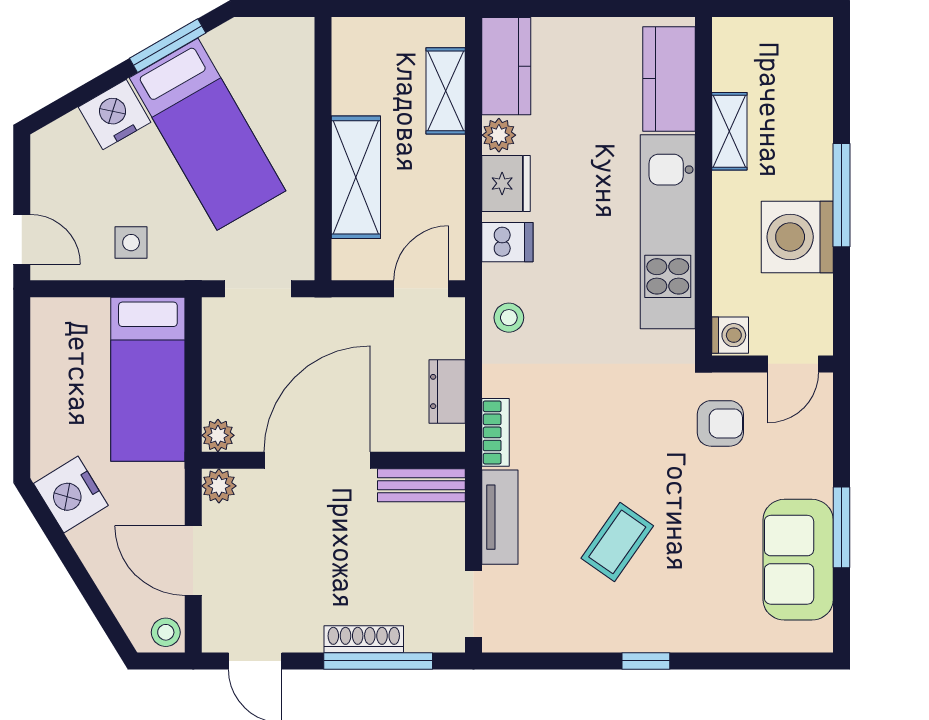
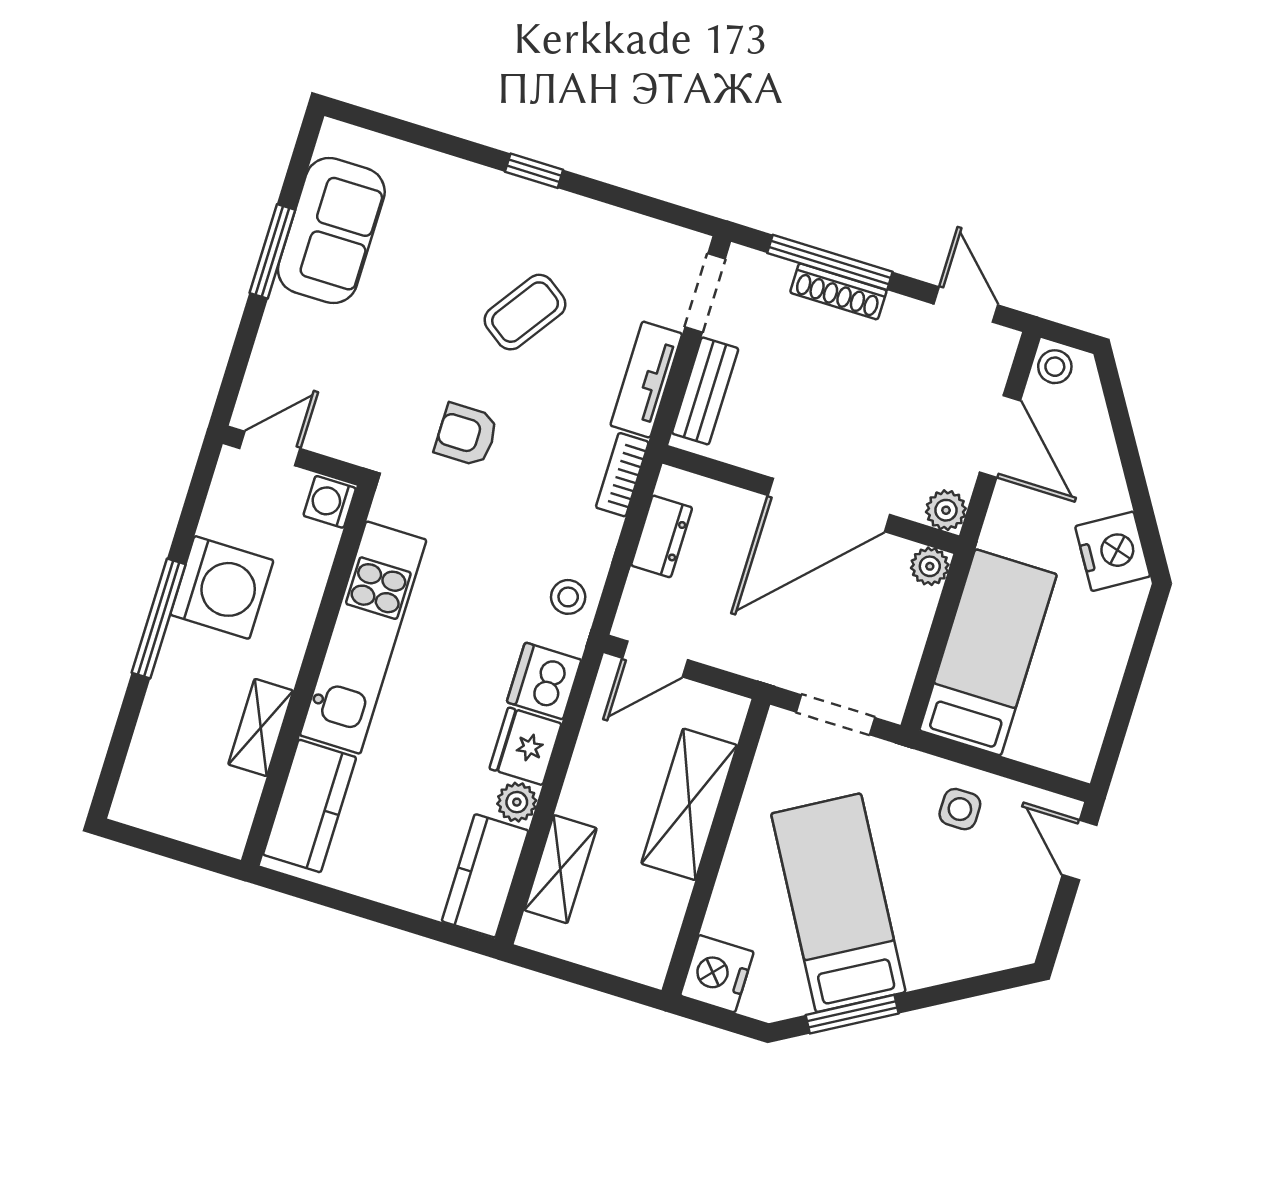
nightstand: (115, 115) -> (717, 974), moved, turned 120
dishwasher: (507, 242) -> (544, 681), width x1.38
armchair: (720, 423) -> (466, 435), moved
bench: (421, 485) -> (705, 391), moved, turned 90

